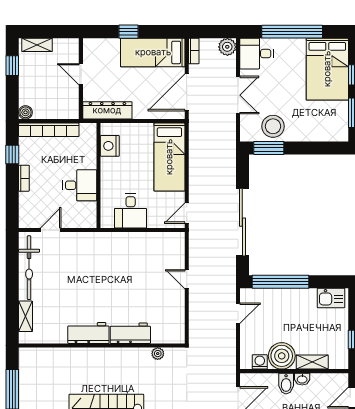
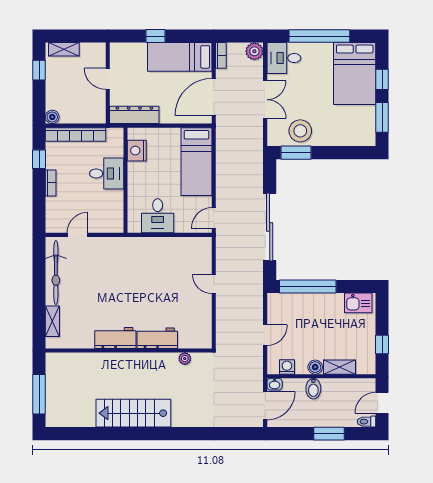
desk: (80, 185) -> (107, 174), moved
door: (238, 313) -> (265, 335), moved
boiler: (282, 356) -> (315, 367), width x0.54, depth x0.54
washbasin: (302, 379) -> (275, 384), moved

